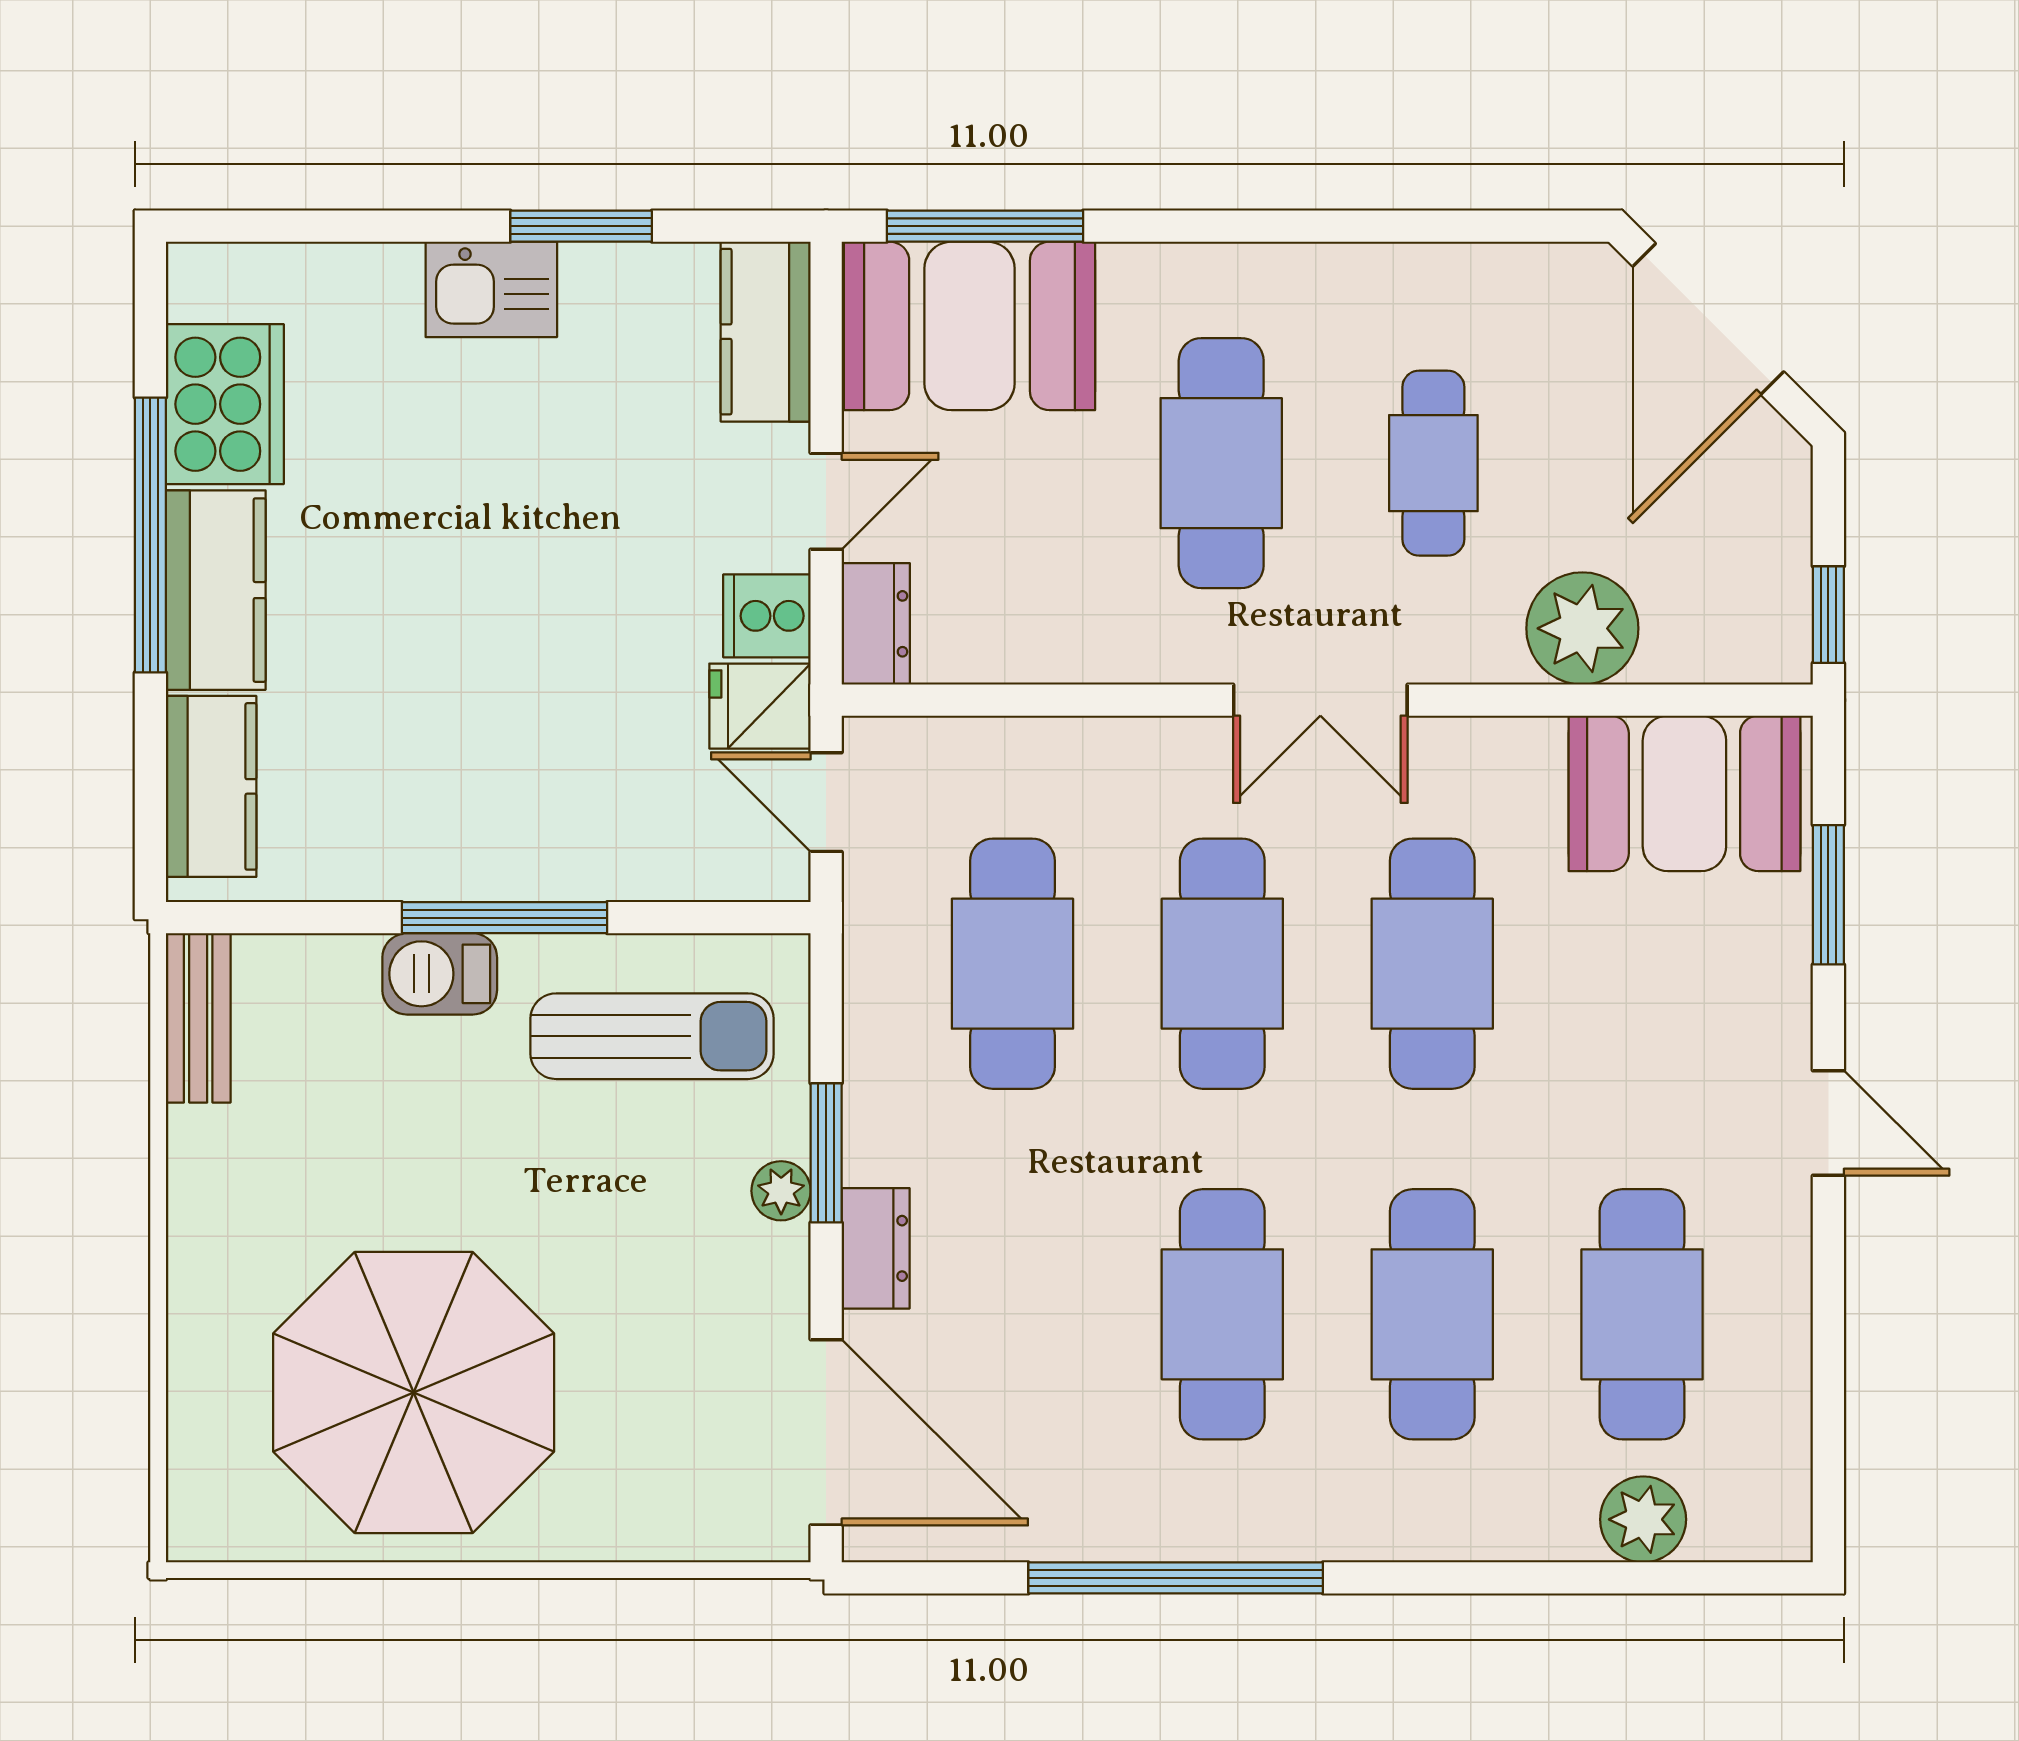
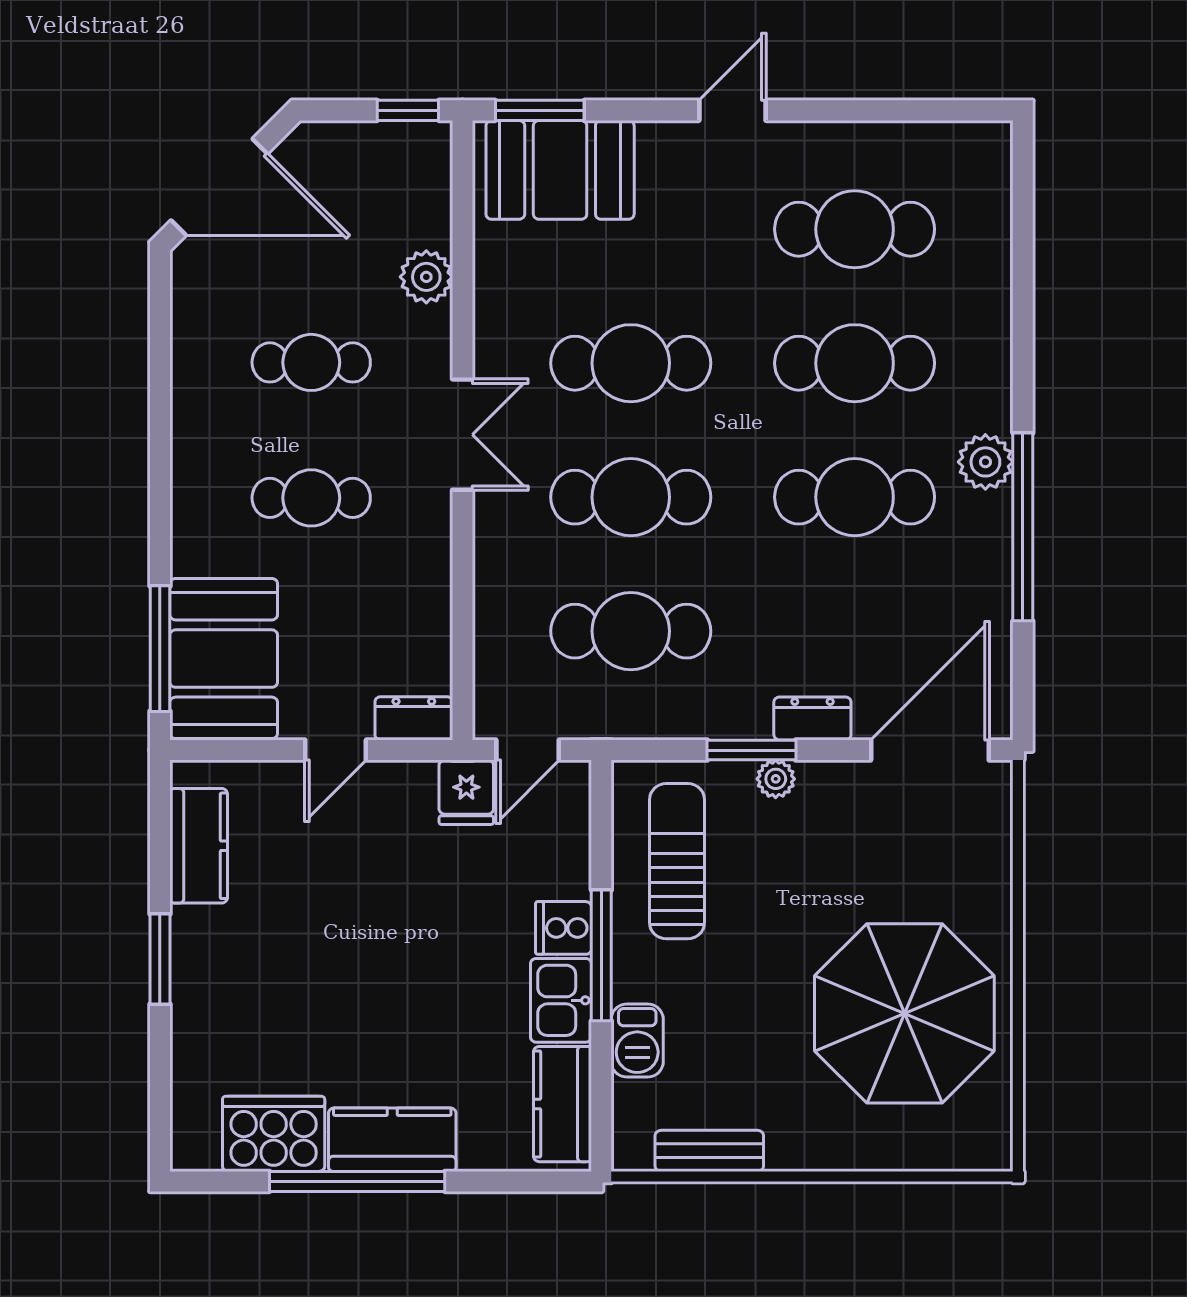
window: (581, 226) -> (160, 959), moved
kitchen sink: (491, 289) -> (561, 1000), moved, turned 180
kitchen counter: (766, 332) -> (199, 846), moved, turned -90
cafe table: (1221, 463) -> (311, 498), width x0.73, depth x0.74
door: (826, 501) -> (336, 750), swing flipped
cooker: (767, 616) -> (563, 928), moved, turned 90
plant: (1582, 628) -> (426, 277), width x0.73, depth x0.73
kitchen counter: (211, 786) -> (563, 1104), moved, turned -90
booth: (1684, 793) -> (560, 170), moved, turned 90
window: (1828, 895) -> (540, 110), moved
barbecue: (440, 974) -> (637, 1041), moved
bench: (198, 1018) -> (709, 1151), moved
plant: (1643, 1519) -> (985, 462), moved

